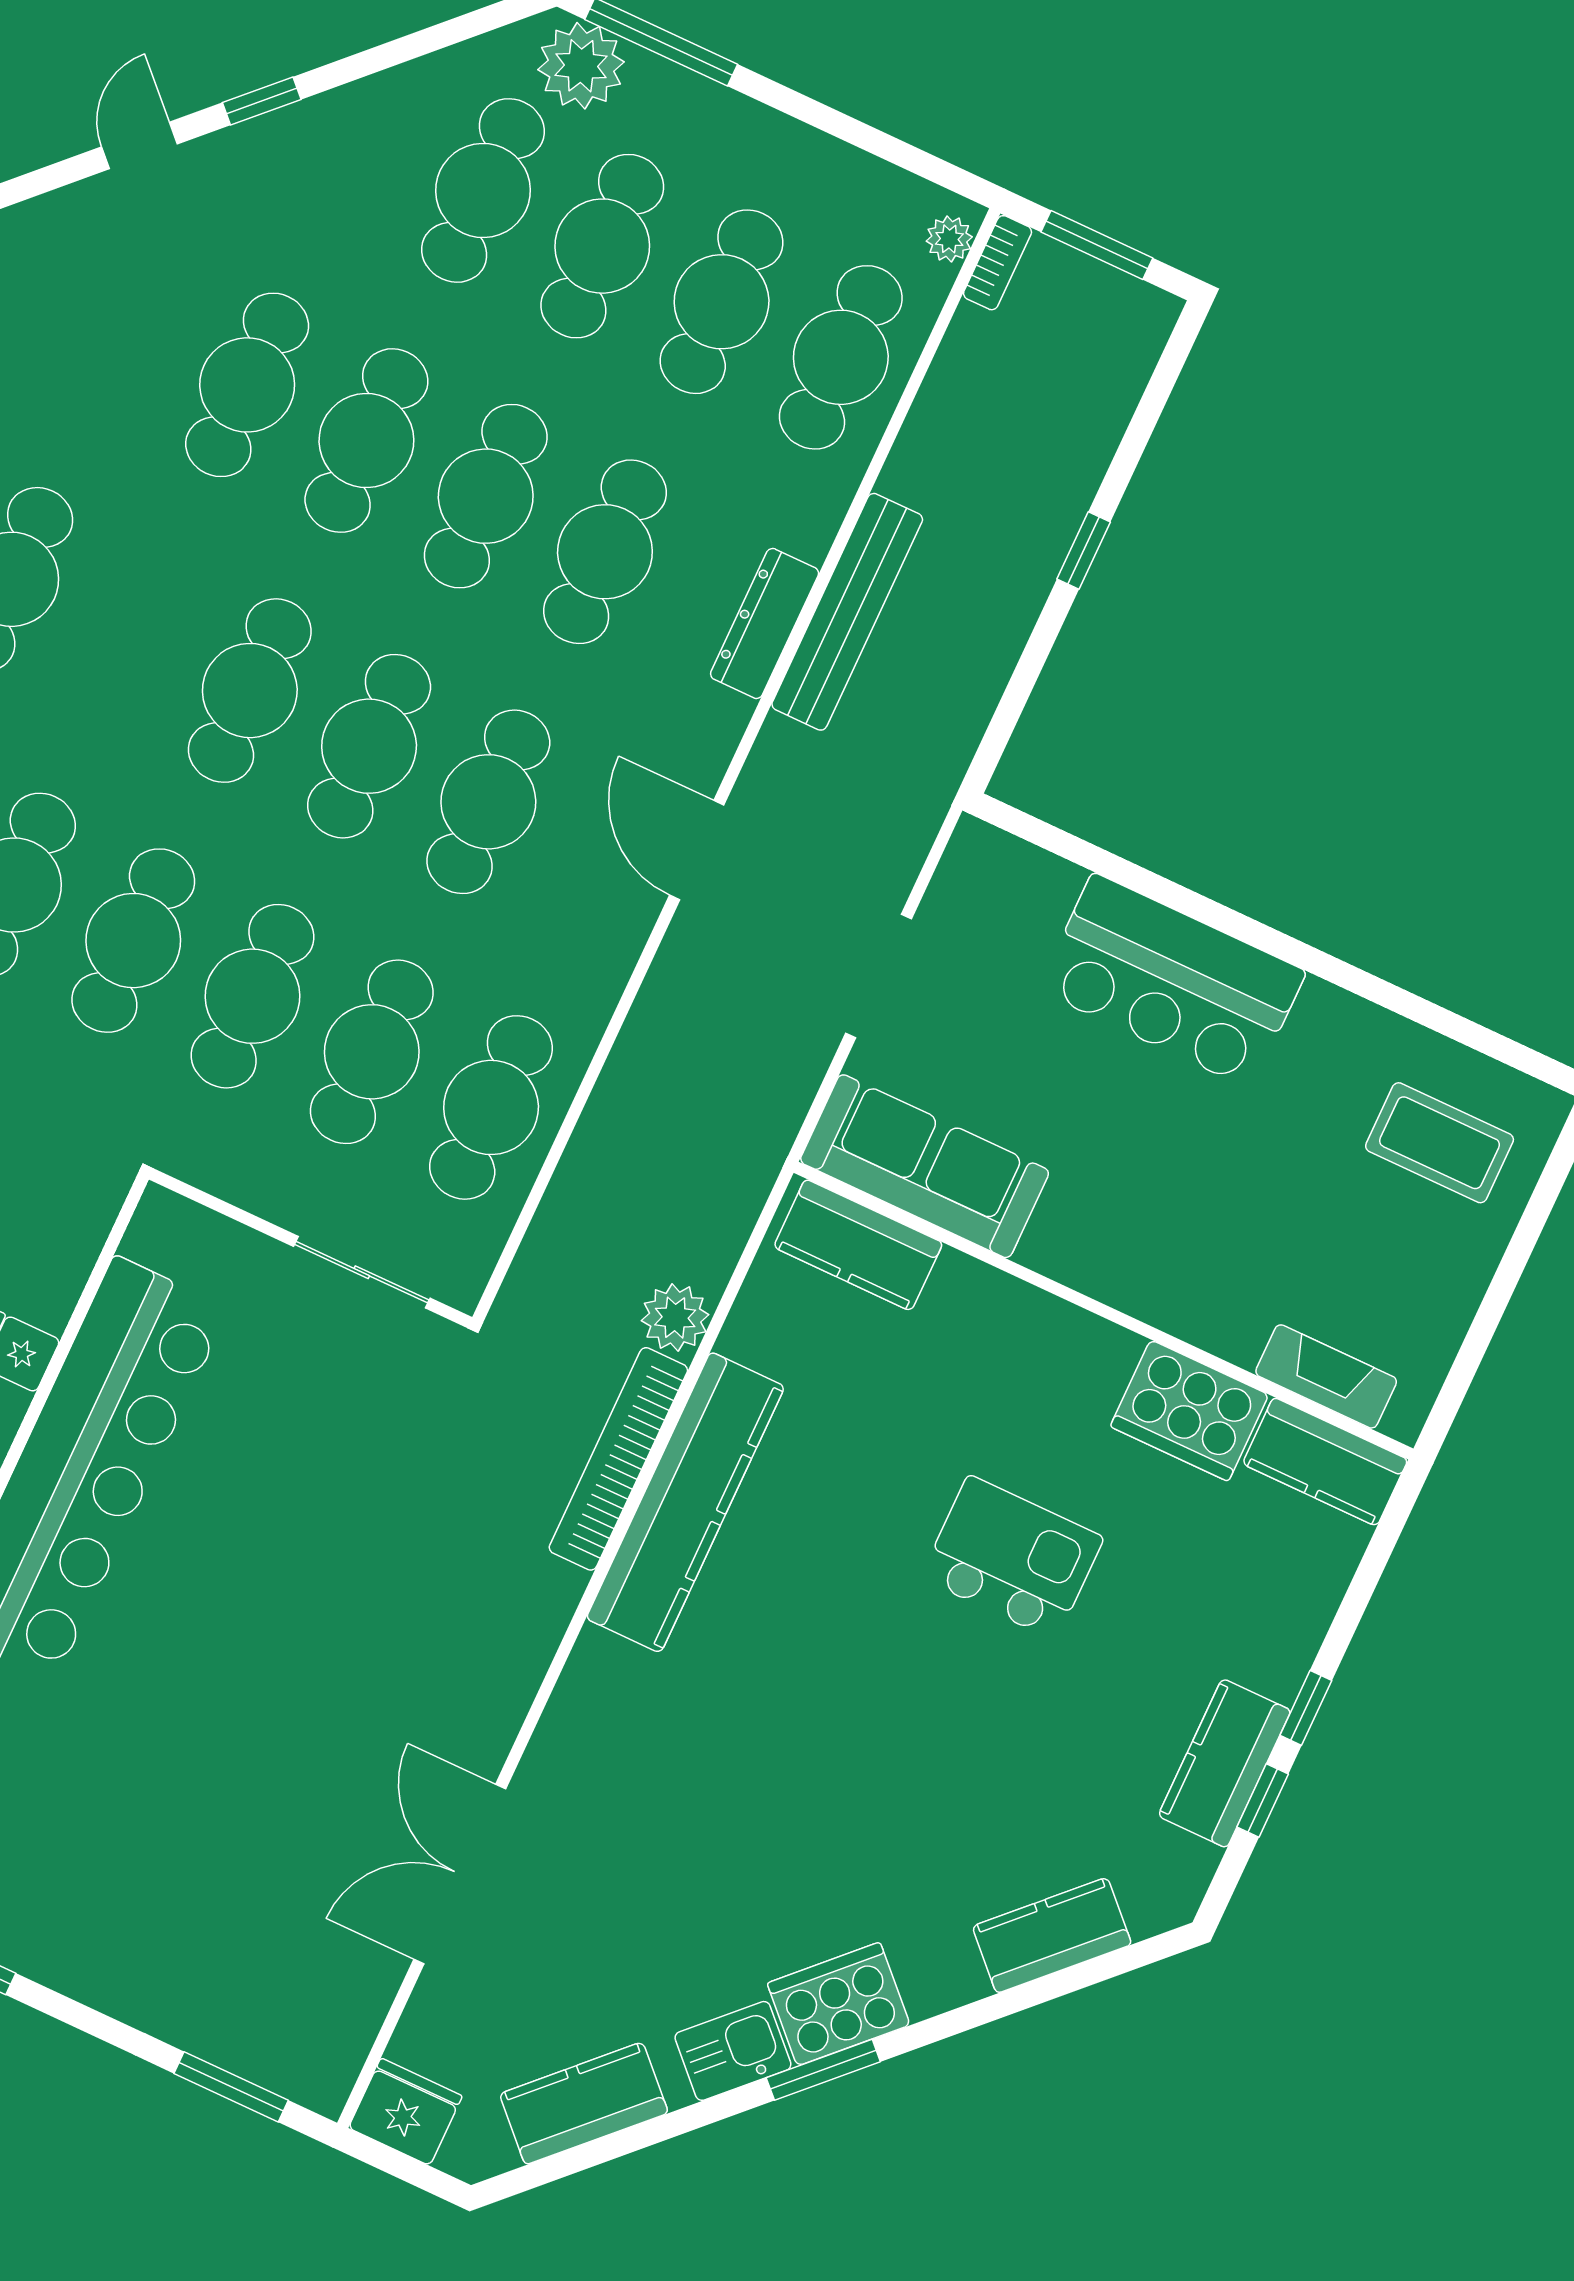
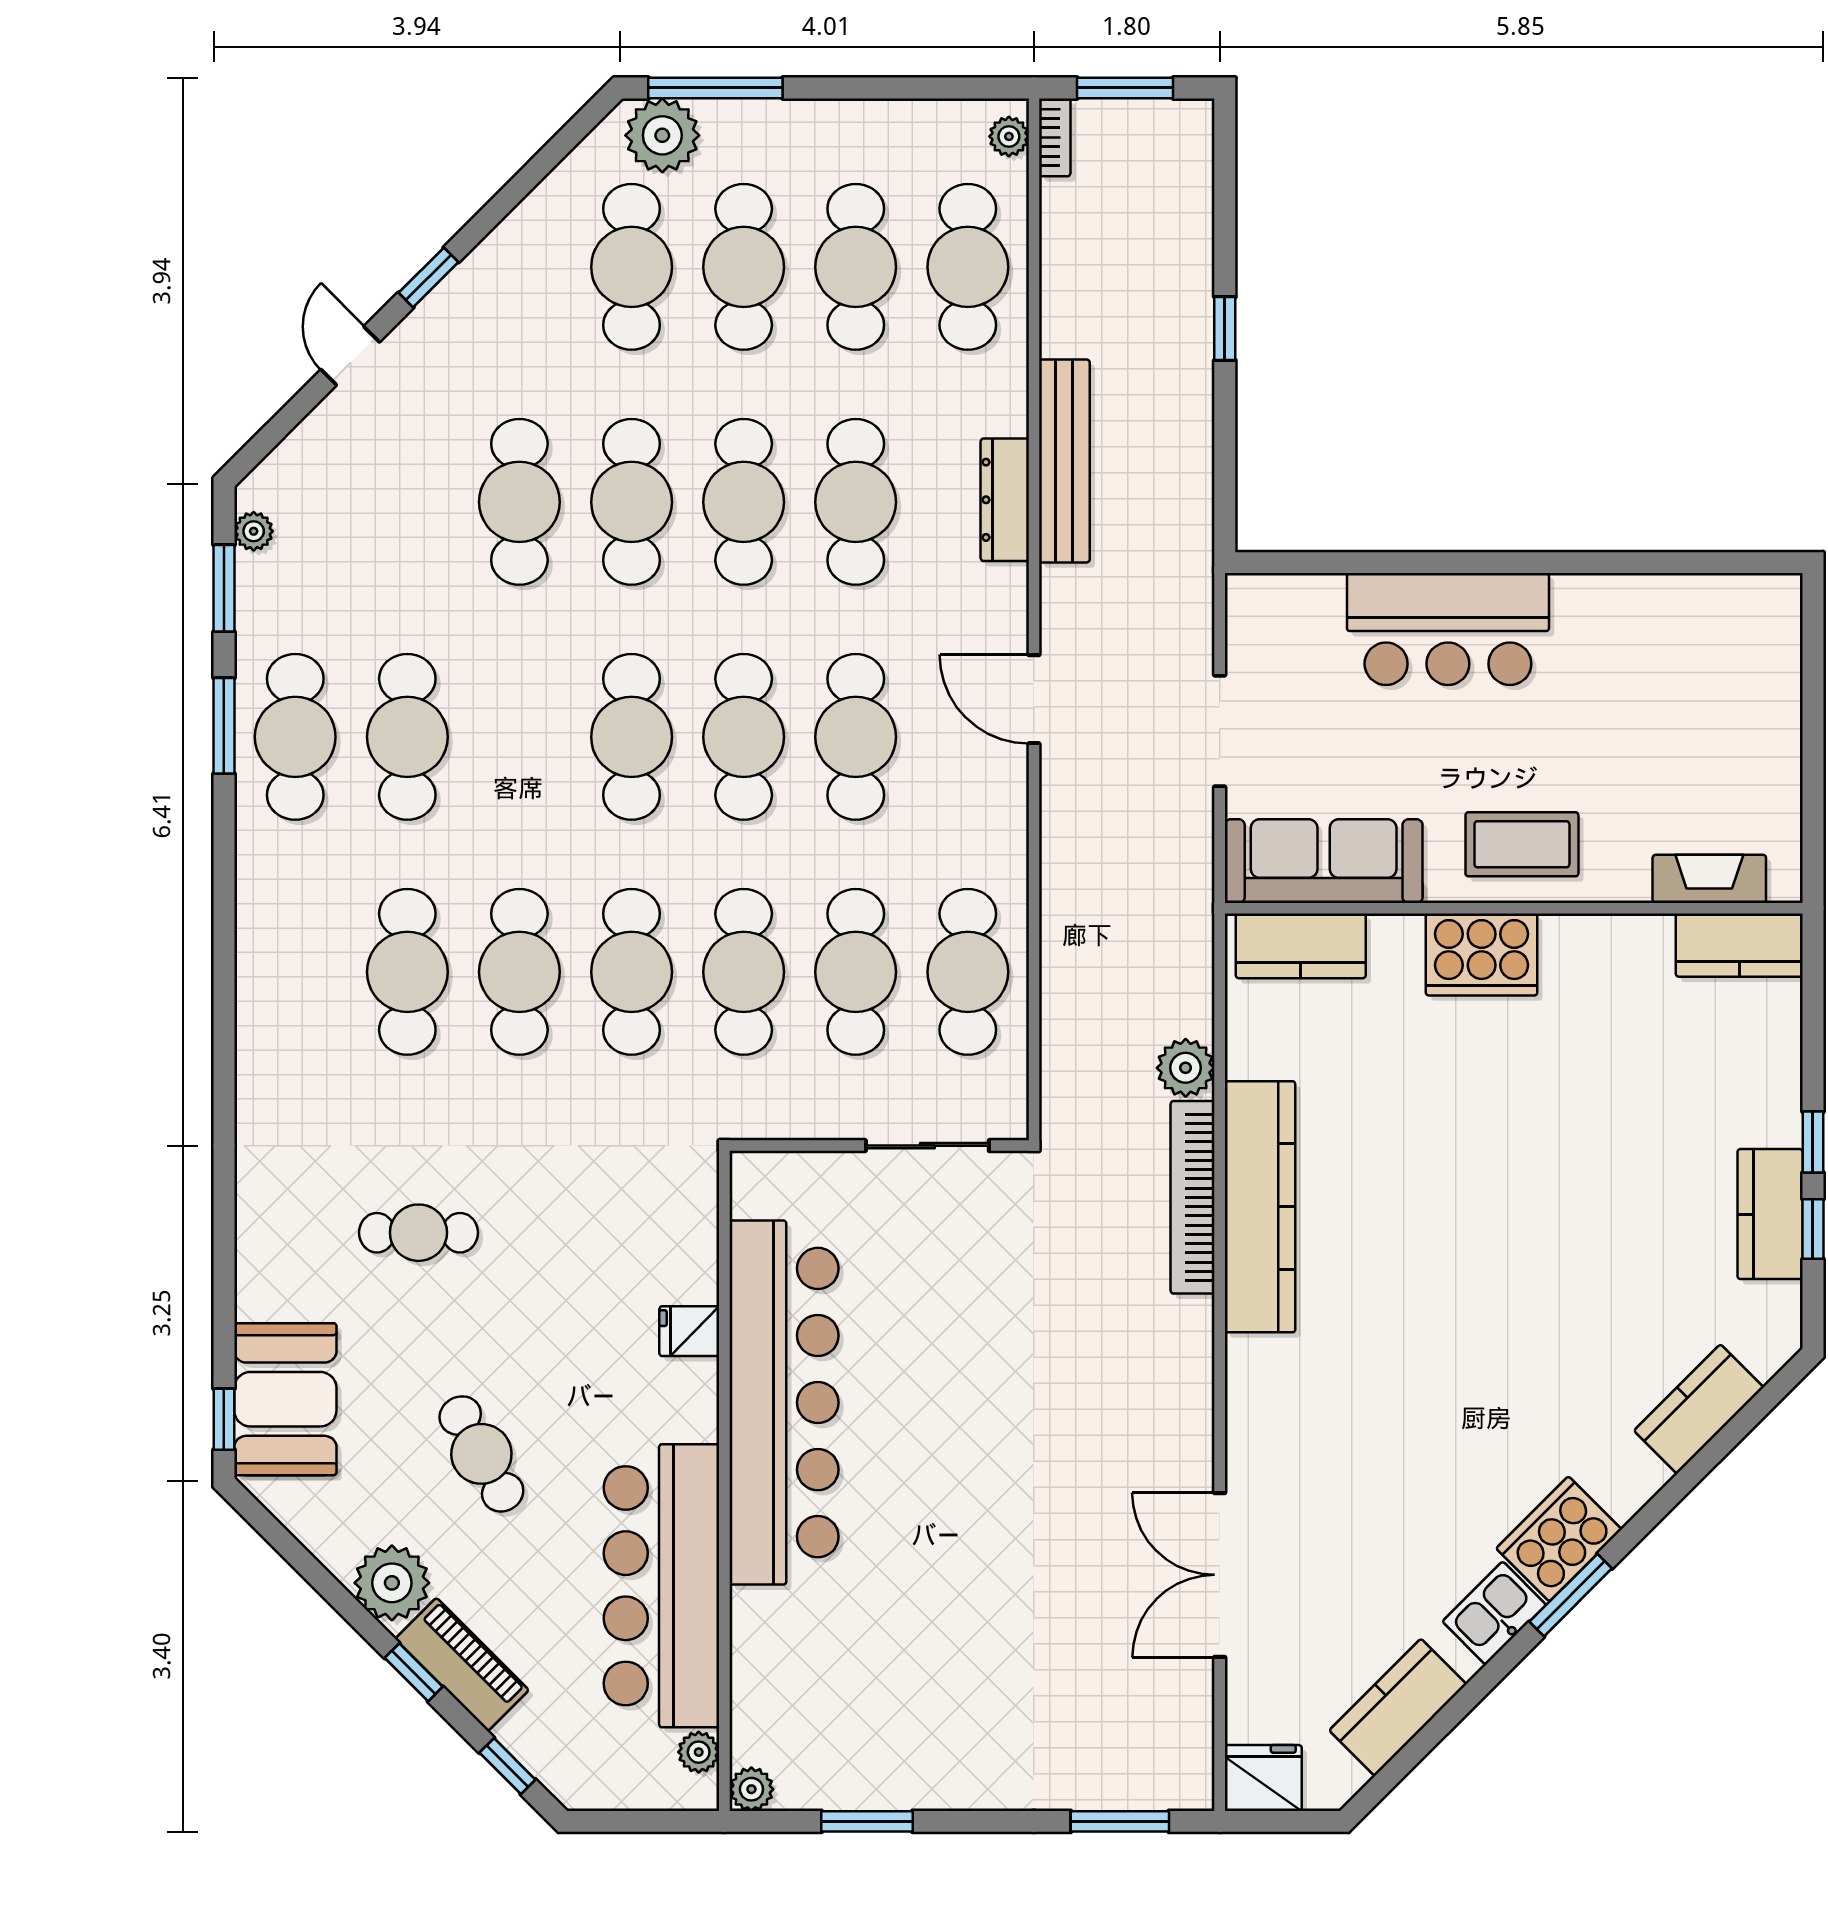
coffee table: (1440, 1143) -> (1522, 844), moved
cooker: (1189, 1411) -> (1482, 955), moved
kitchen island: (1012, 1558) -> (1532, 1132), removed

